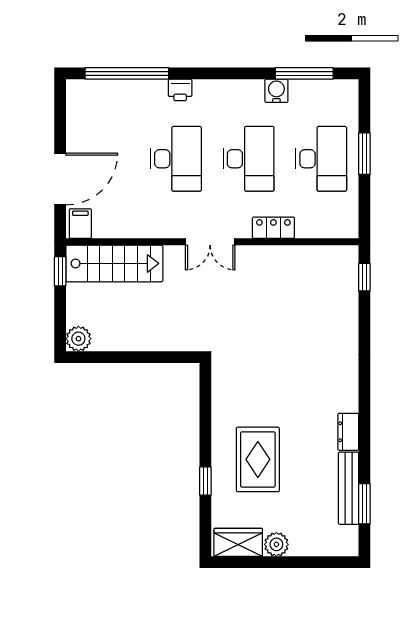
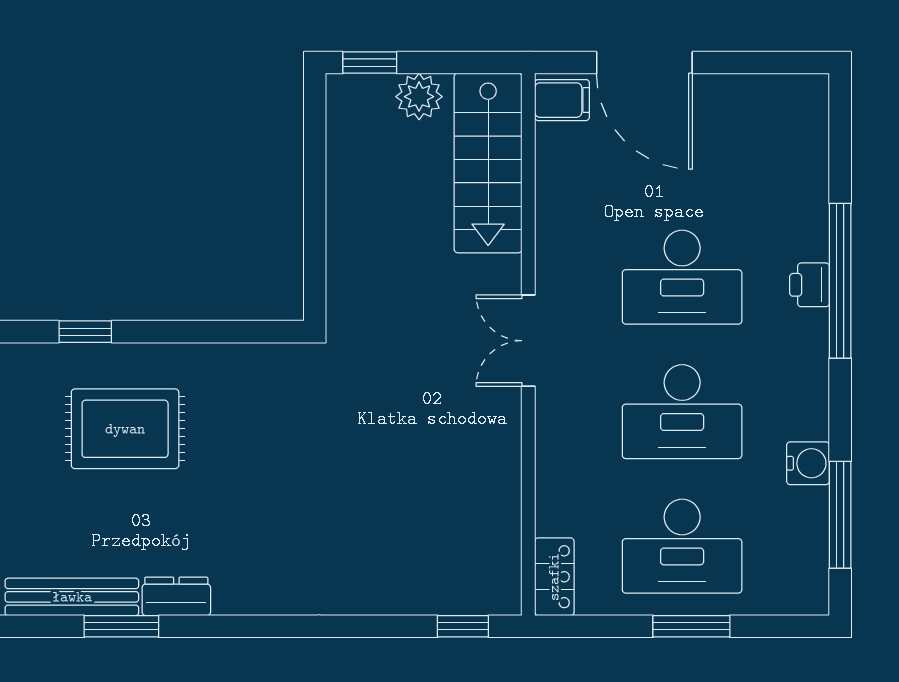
window: (127, 73) -> (840, 281), moved
locker: (273, 228) -> (554, 577), moved
window: (60, 271) -> (370, 63), moved
plant: (78, 339) -> (419, 97), moved
window: (364, 504) -> (121, 626), moved

